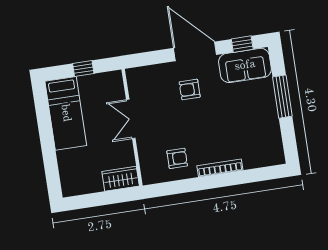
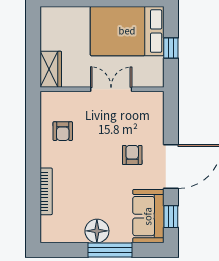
floor lamp: (266, 112) -> (97, 231), added
bed: (66, 113) -> (127, 31), width x1.50
bookcase: (220, 168) -> (46, 191), moved

